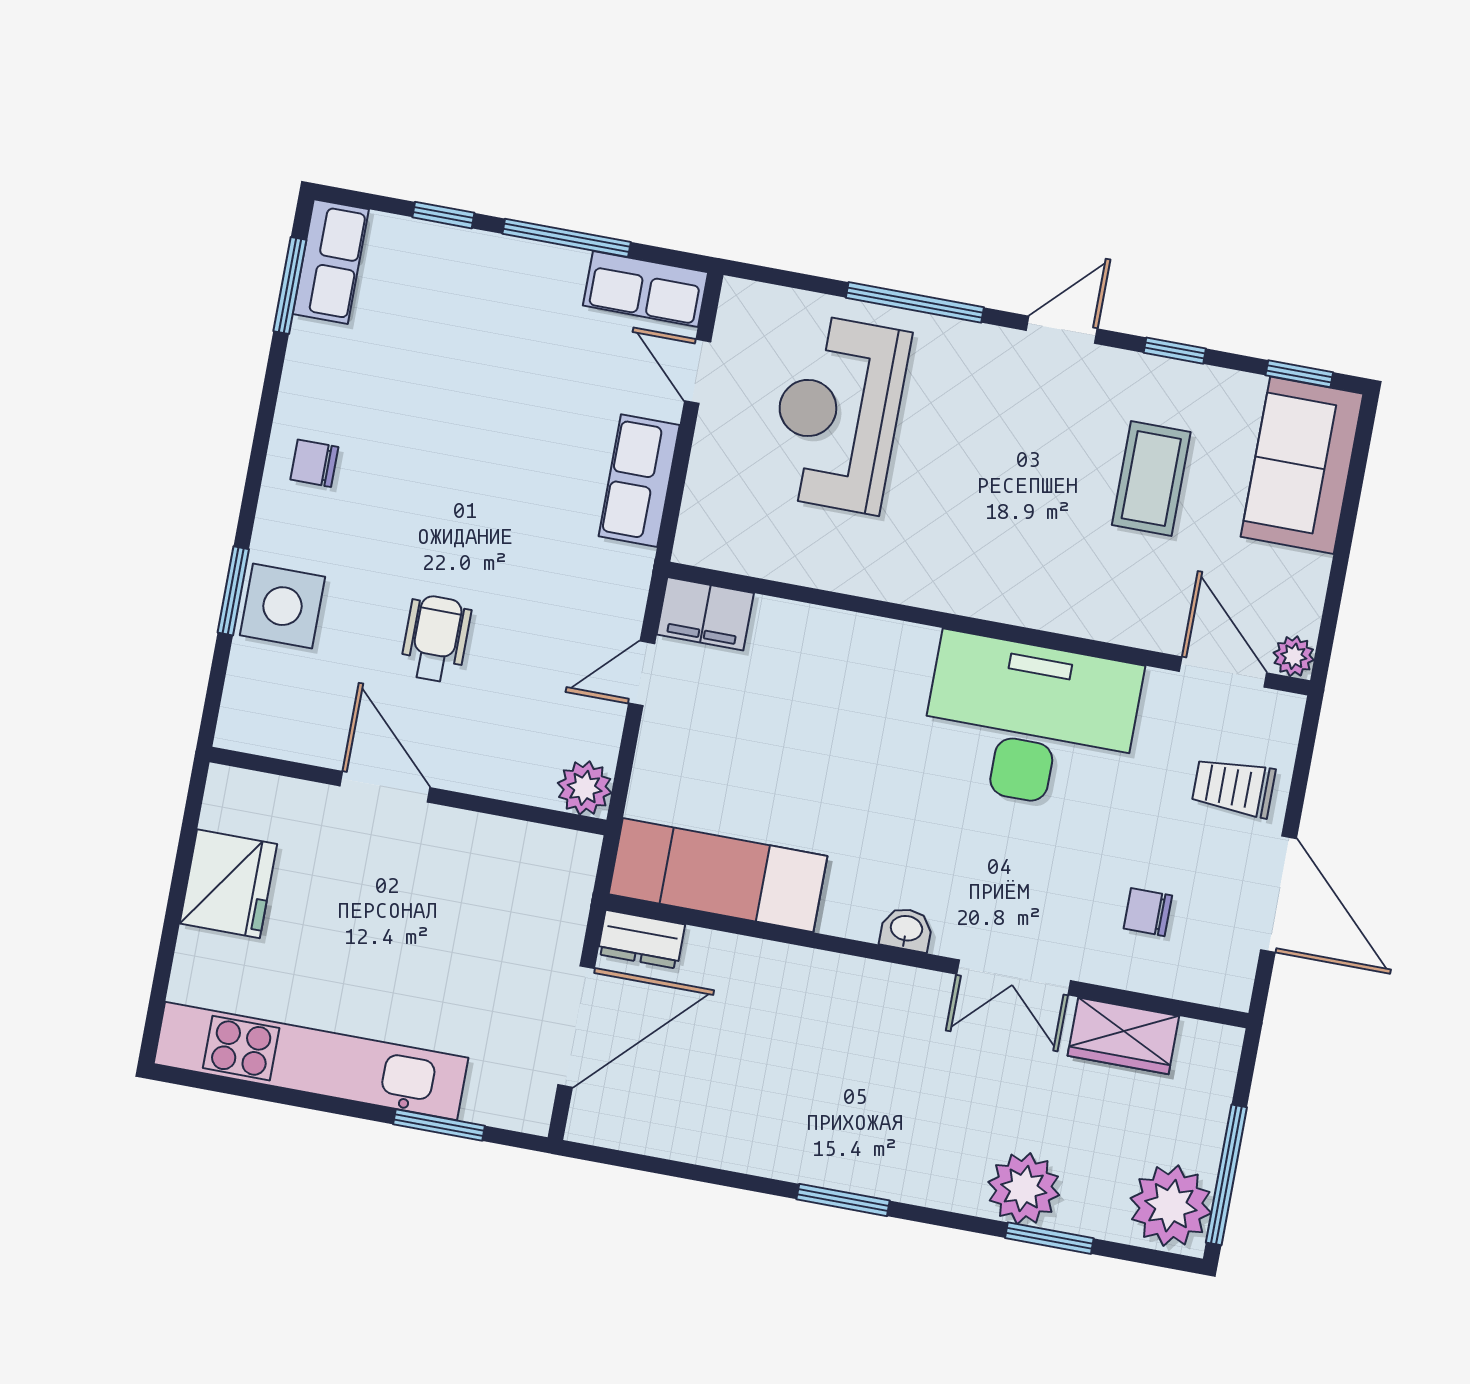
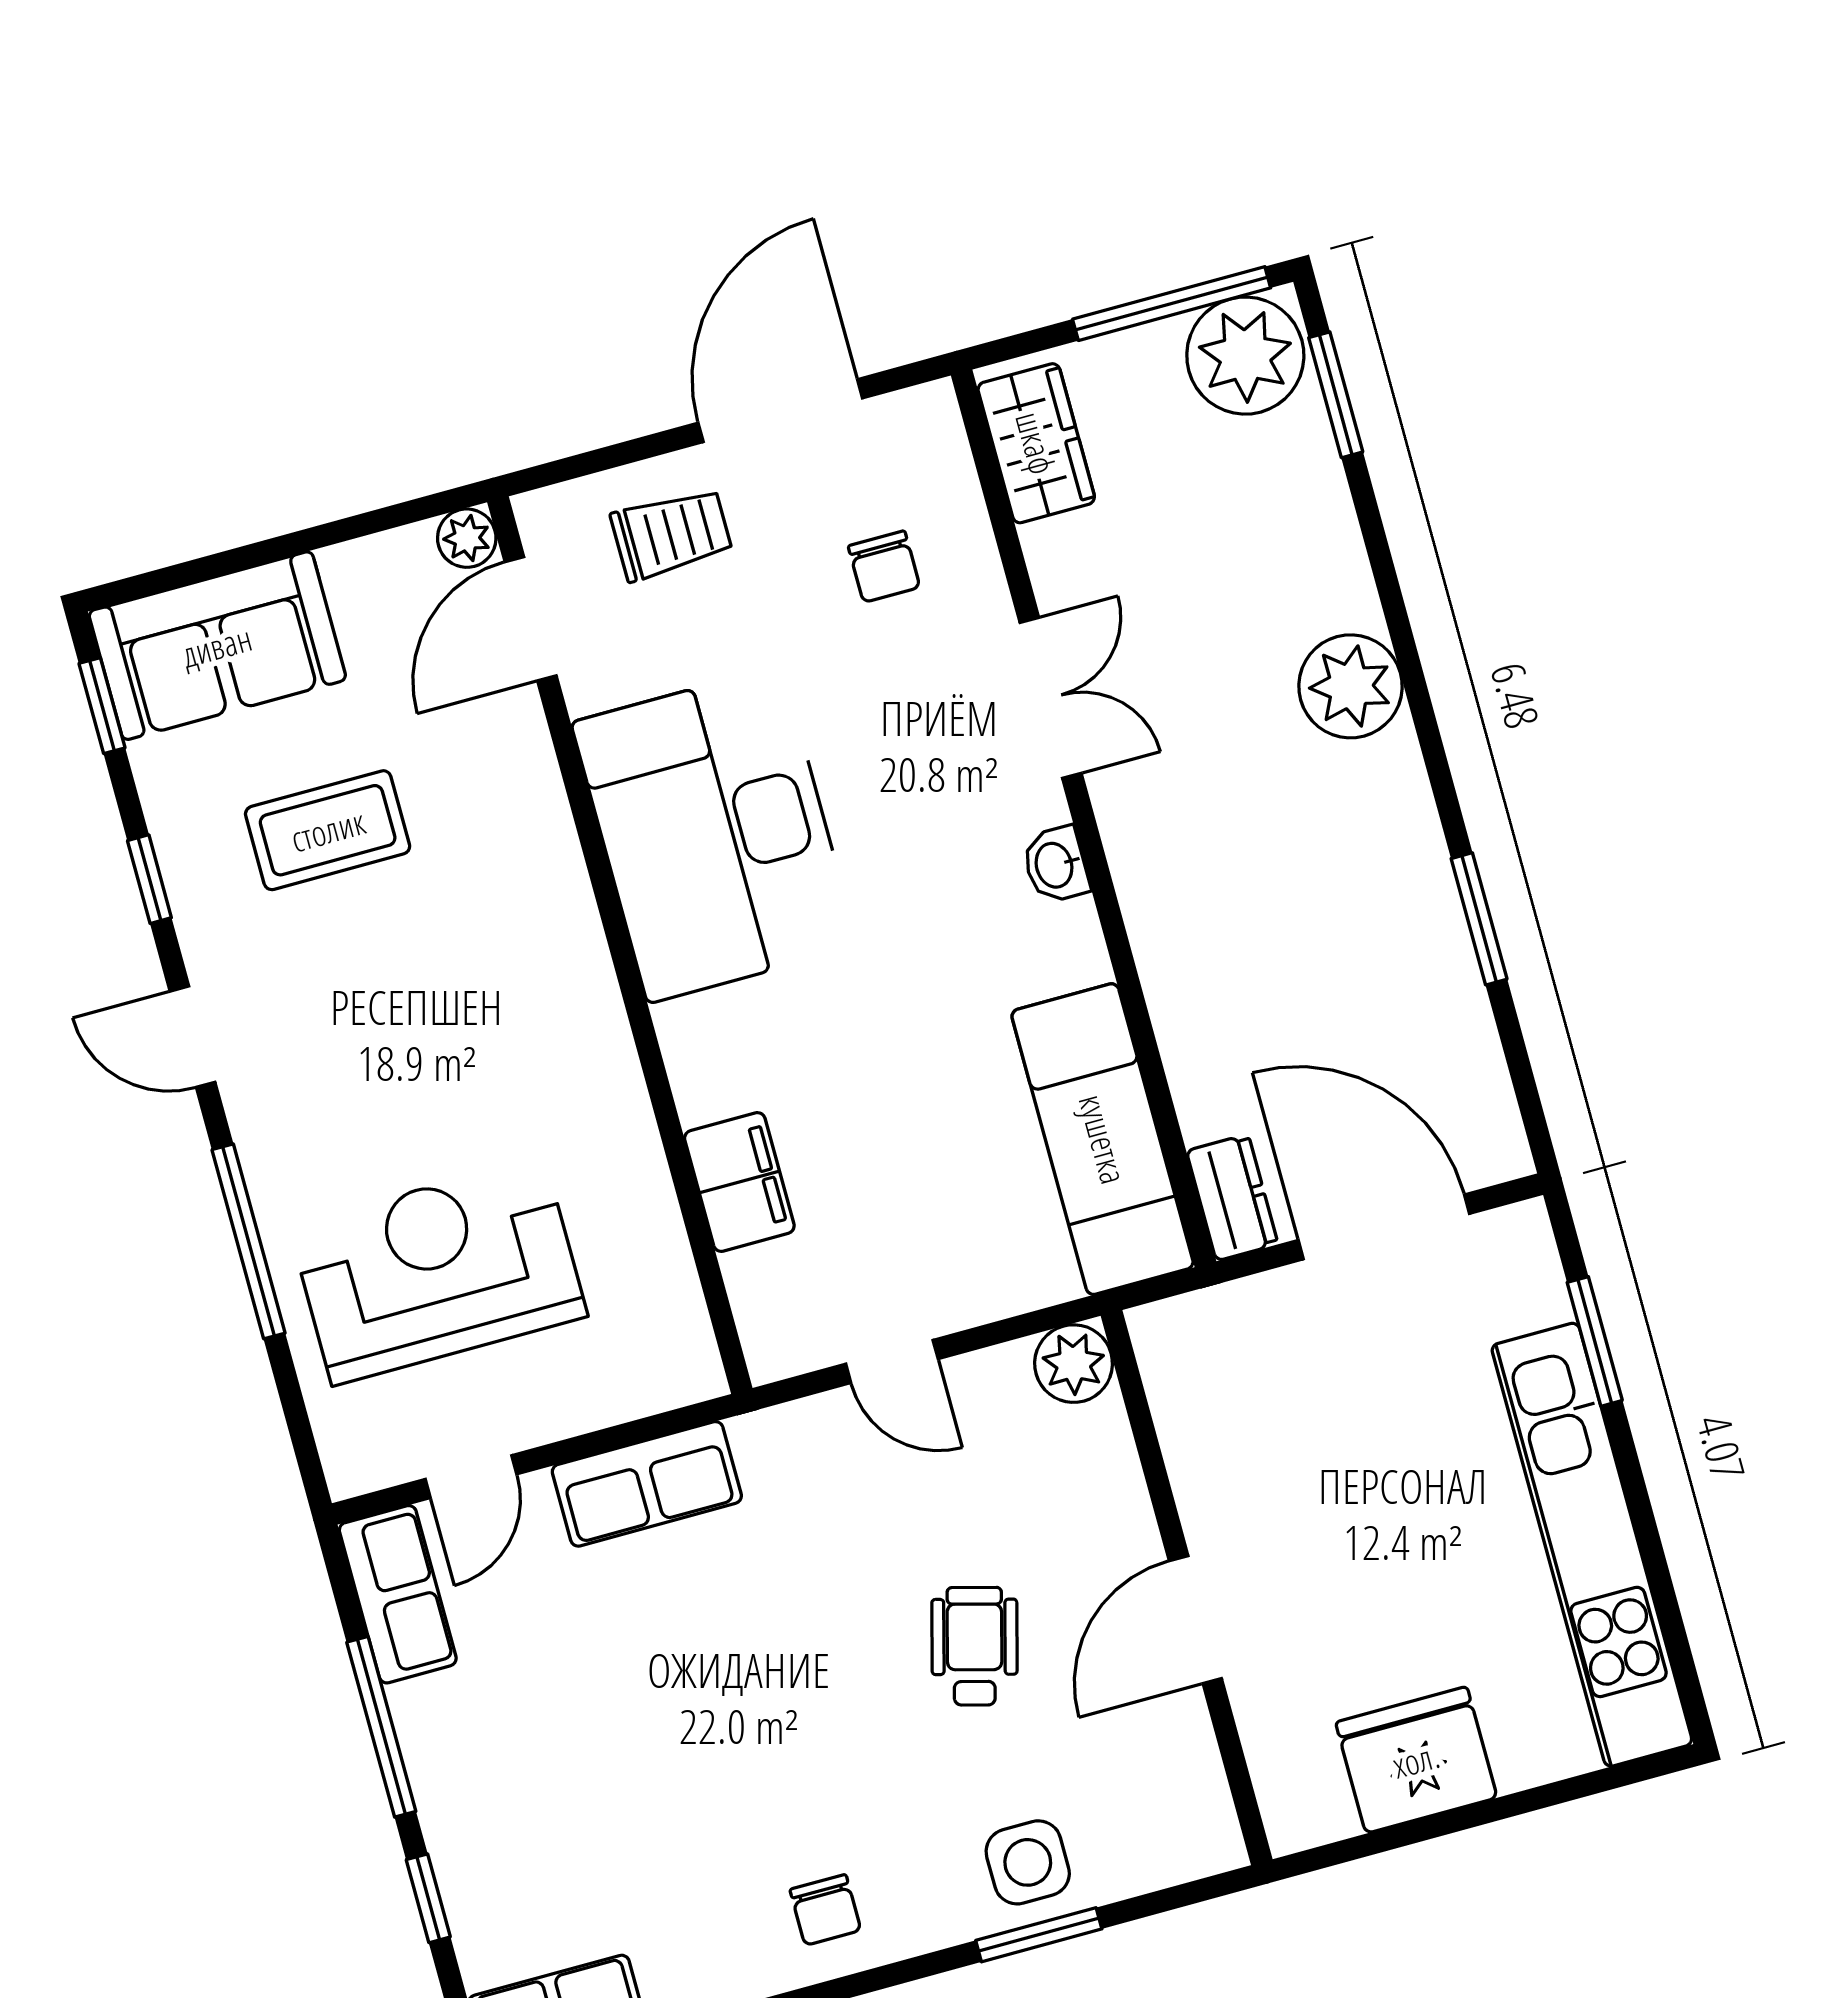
reception desk: (838, 414) -> (438, 1271), turned 180
side table: (282, 606) -> (1028, 1862), width x0.73, depth x0.73
filing cabinet: (705, 614) -> (739, 1182), moved
wheelchair: (436, 639) -> (975, 1646), turned 105
trolley: (1234, 787) -> (671, 534), turned -90
wardrobe: (1123, 1036) -> (1036, 443), moved
plant: (1024, 1189) -> (1350, 686), moved
window: (843, 1200) -> (1479, 919), moved
window: (1049, 1238) -> (1336, 395), moved

